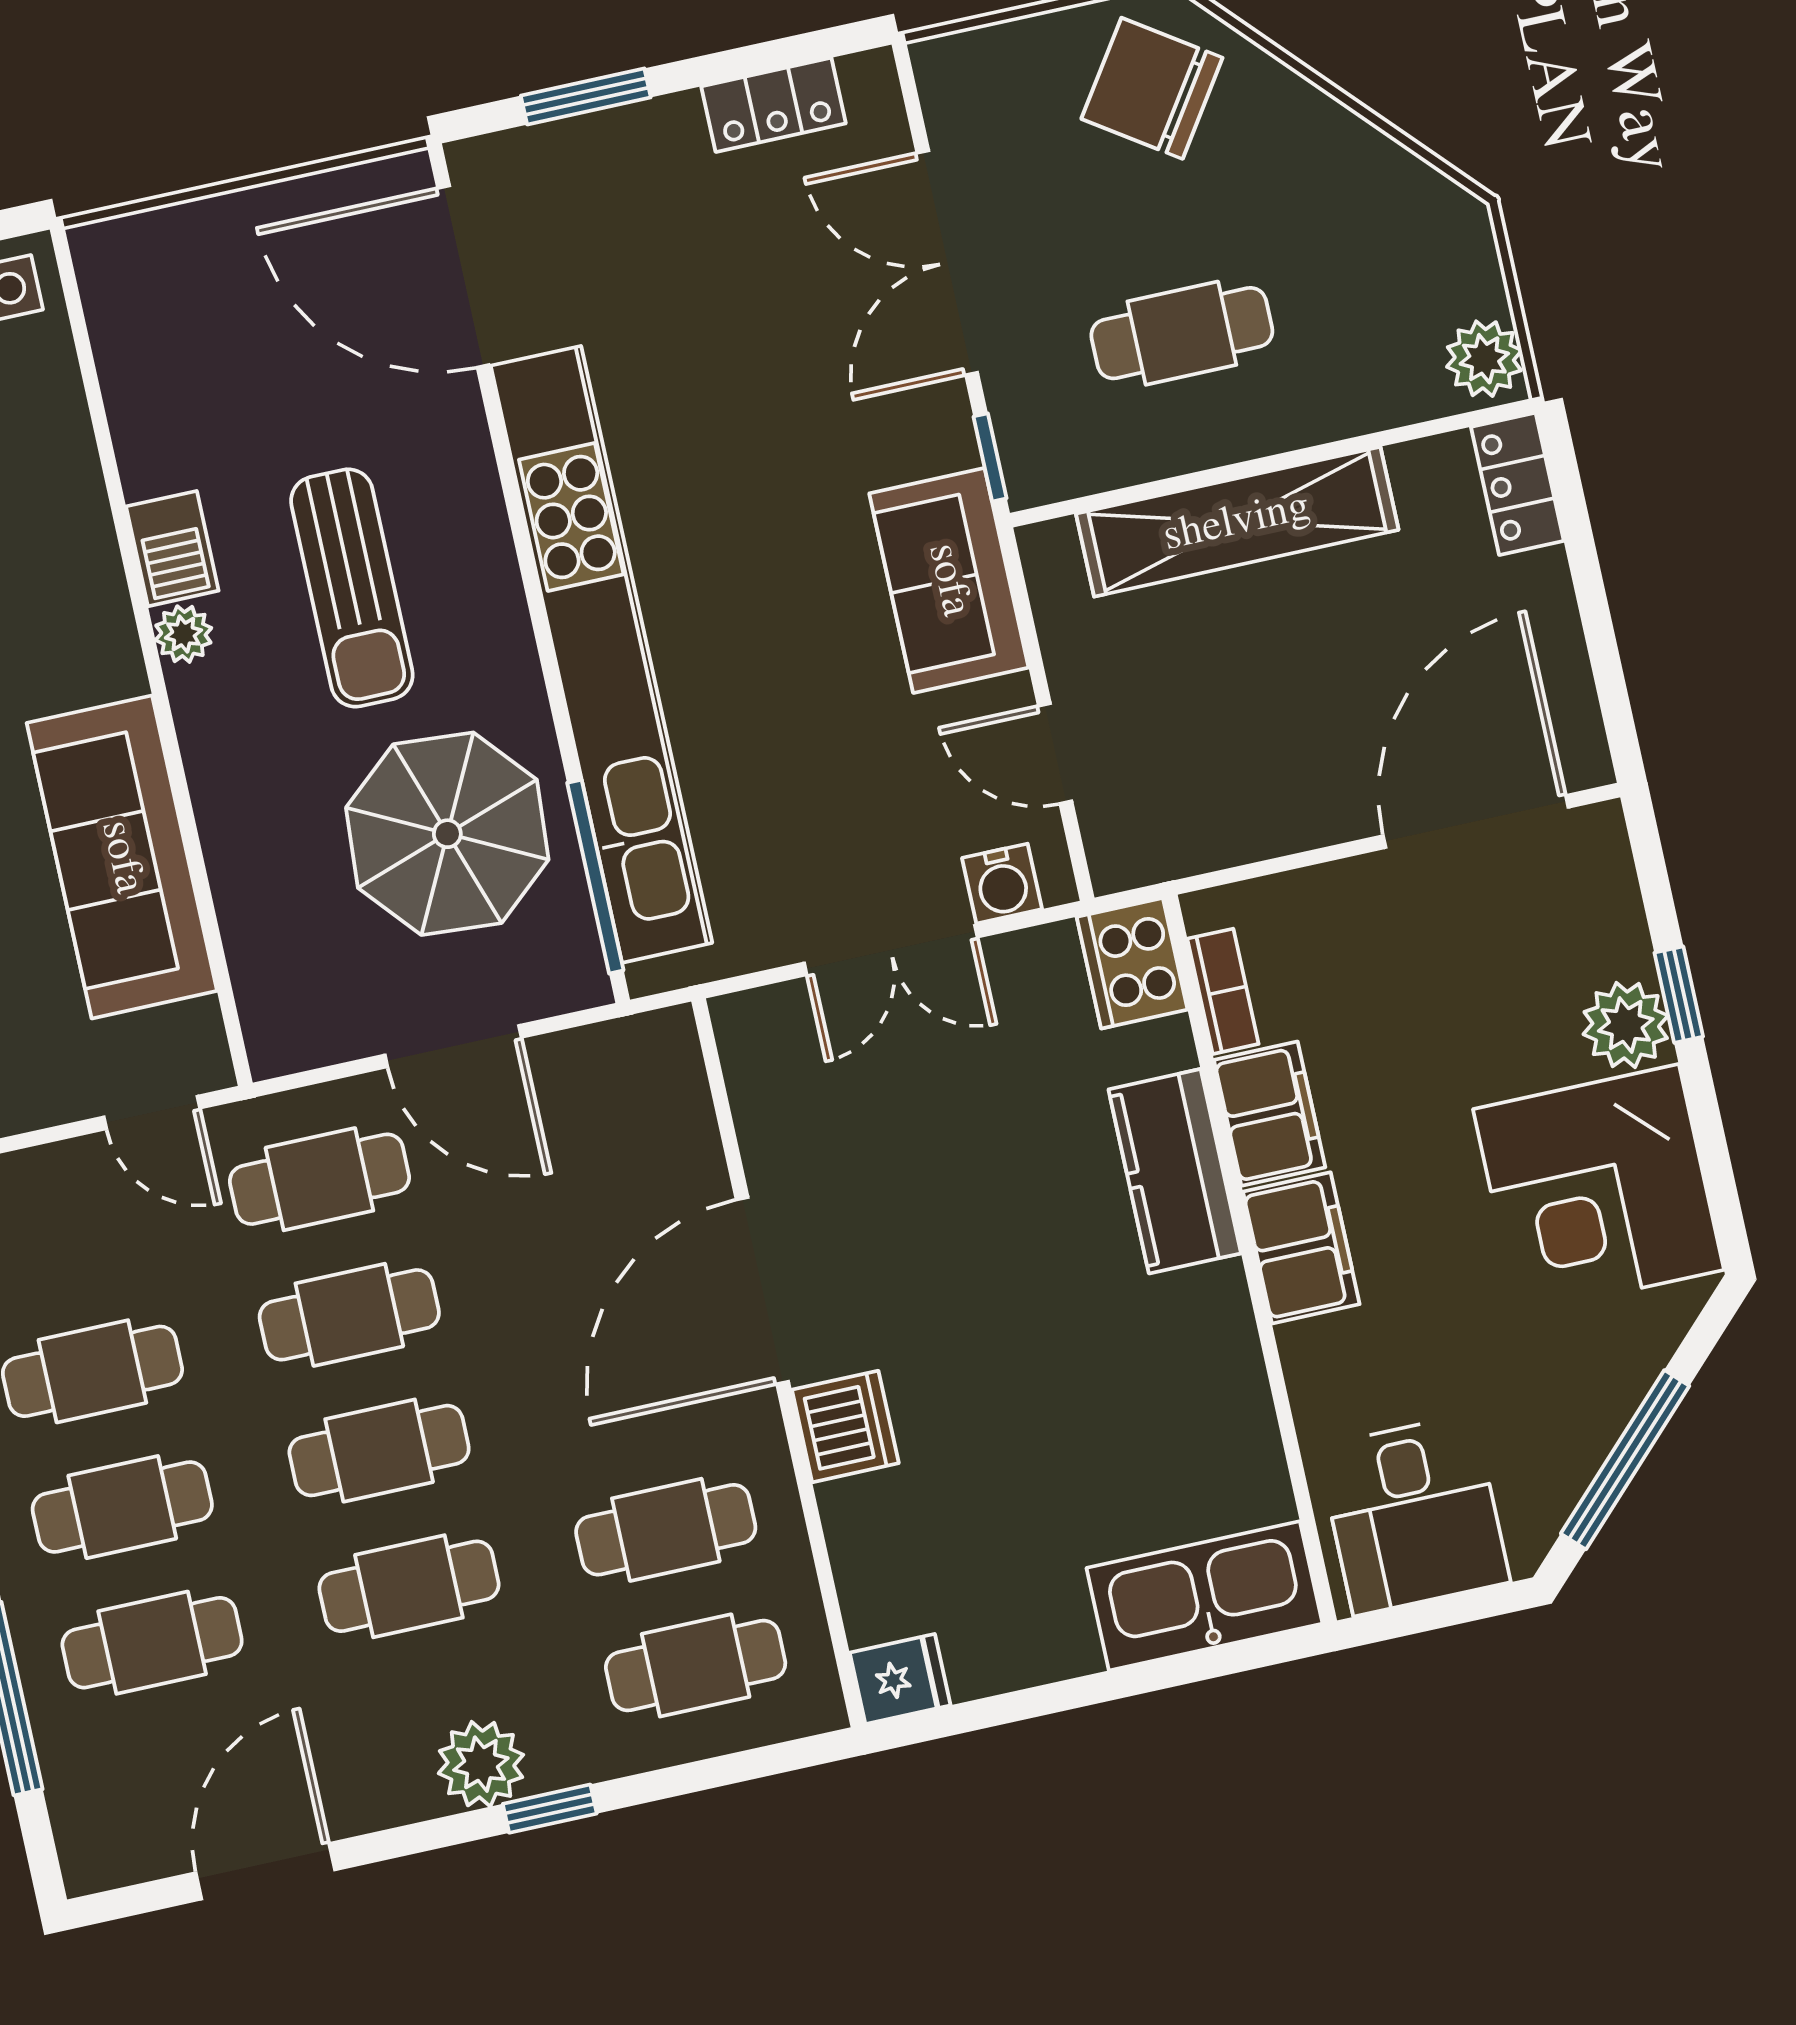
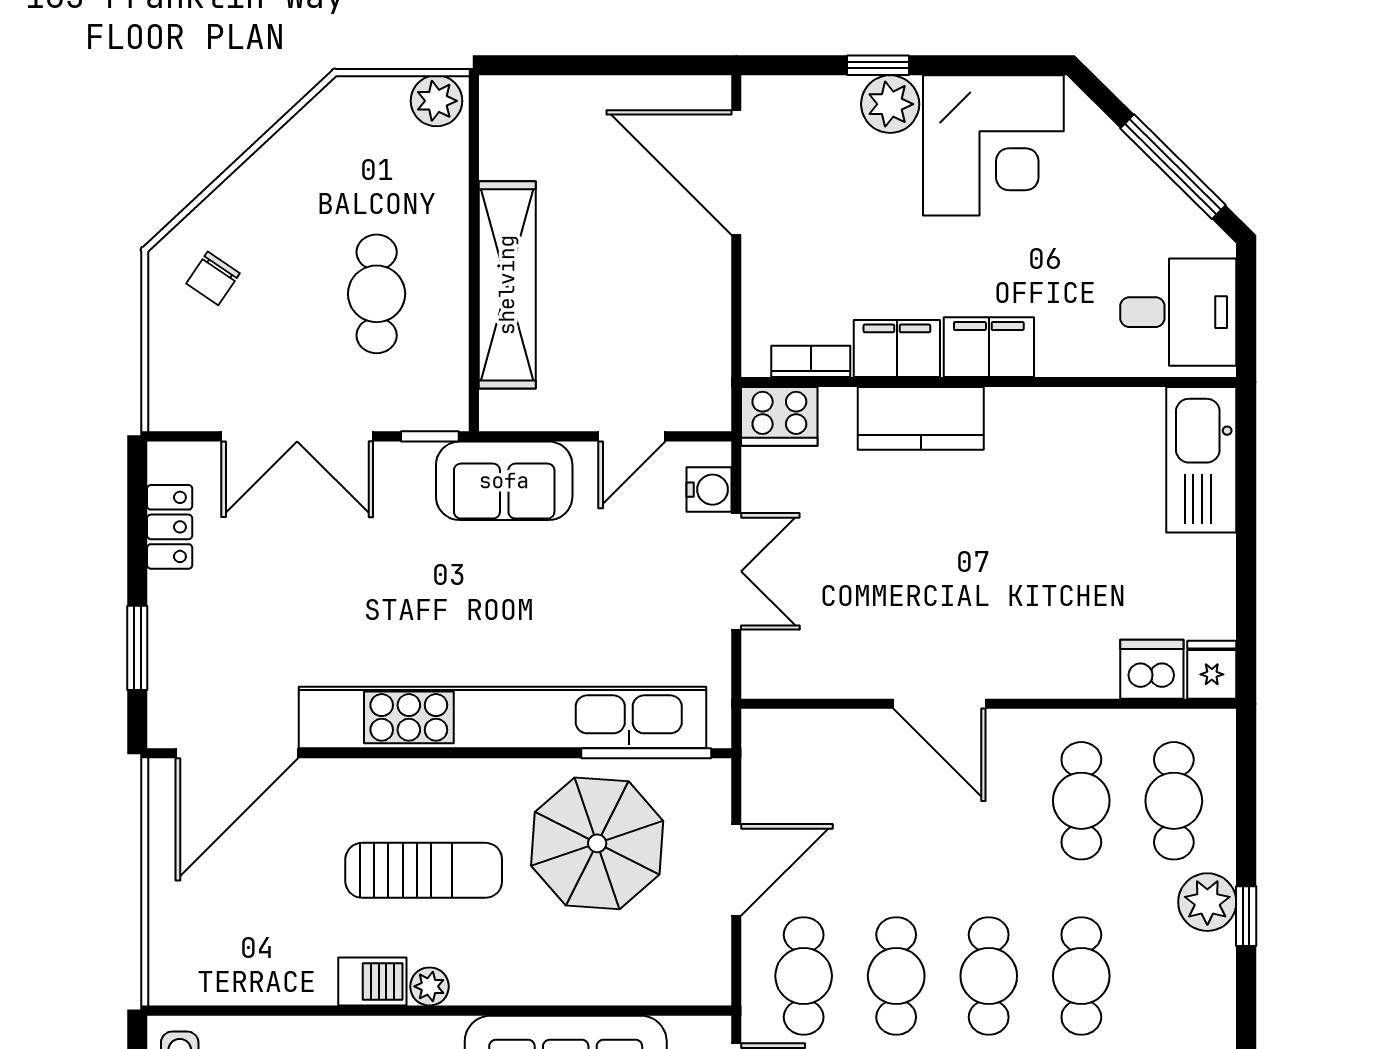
chair: (1152, 88) -> (213, 278), width x0.54, depth x0.54
locker: (1517, 484) -> (523, 97), removed
door: (762, 1291) -> (940, 704), width x0.73
dishwasher: (845, 1426) -> (1152, 669), moved
plant: (481, 1764) -> (1207, 902), moved

